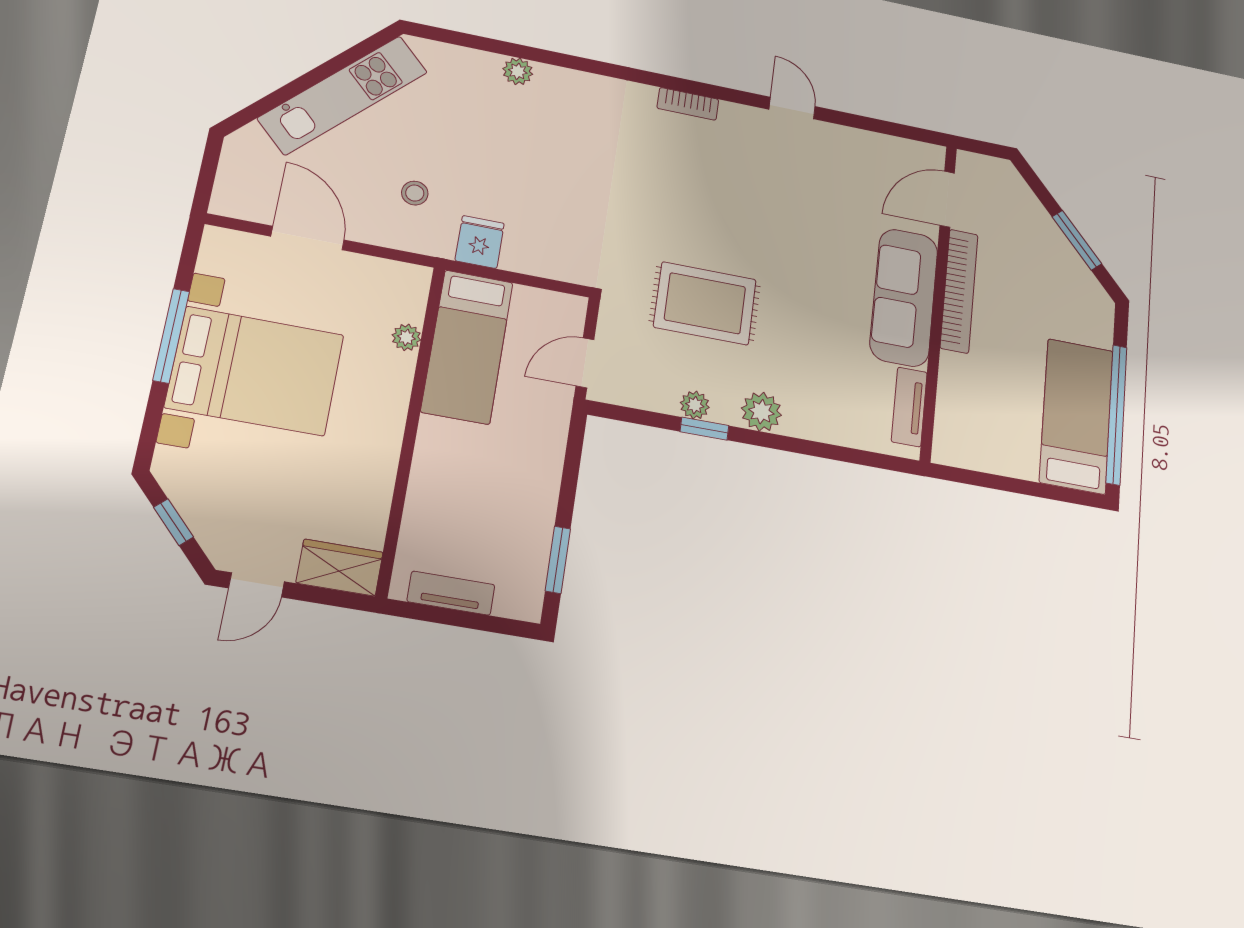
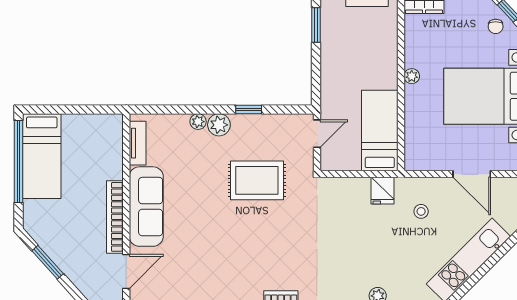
plant: (406, 337) -> (412, 76), moved
plant: (695, 405) -> (198, 122), moved
chair: (206, 497) -> (496, 26), added

